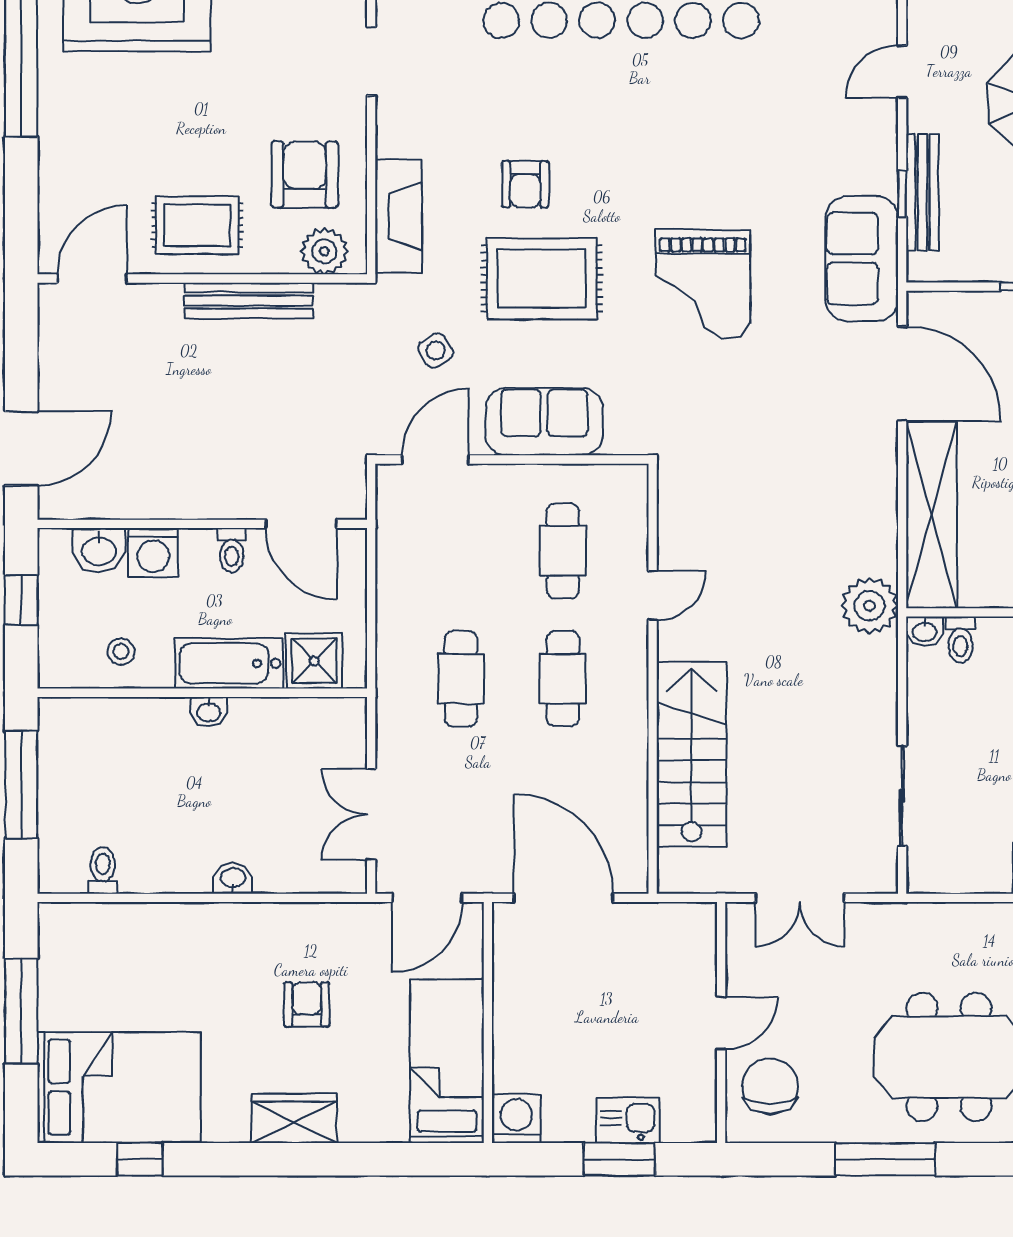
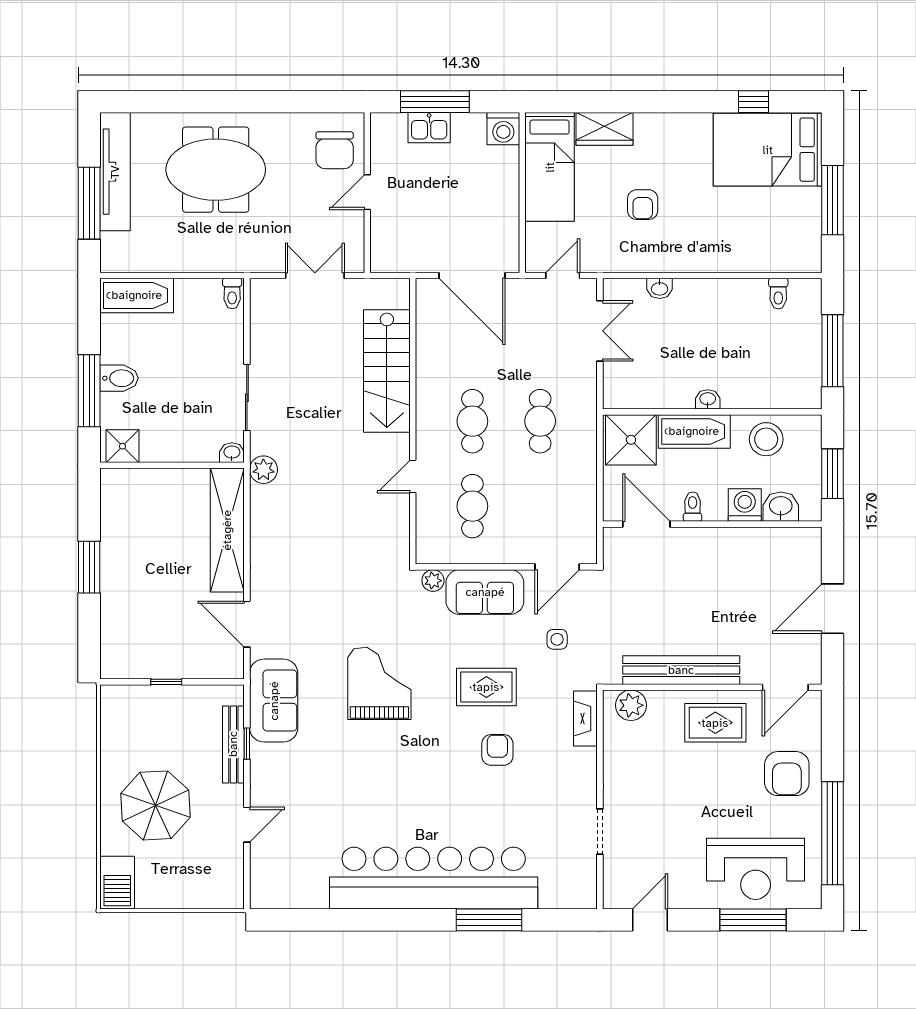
armchair: (305, 175) -> (787, 774), moved
fireplace: (399, 216) -> (585, 719), width x0.73, depth x0.76
rug: (542, 279) -> (486, 687), width x0.73, depth x0.70
bench: (249, 301) -> (681, 670), width x1.37, depth x1.21
side table: (436, 351) -> (557, 639), turned 33
door: (902, 373) -> (247, 624), width x0.73
plant: (622, 439) -> (433, 581), added
door: (21, 448) -> (832, 609), moved
window: (21, 600) -> (832, 474), width x1.50
plant: (870, 606) -> (263, 470), width x0.73, depth x0.73
toilet: (961, 640) -> (232, 294), moved, turned 180
stool: (121, 652) -> (766, 439), width x1.89, depth x1.89
shower: (314, 661) -> (631, 440), width x1.36, depth x1.36
sliding door: (902, 796) -> (247, 398), moved
washbasin: (233, 878) -> (660, 288), moved
door: (427, 898) -> (563, 275), width x0.73
wardrobe: (294, 1118) -> (605, 129), moved
window: (619, 1159) -> (435, 102), width x1.44
window: (885, 1159) -> (258, 102), removed

